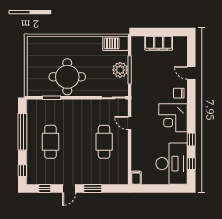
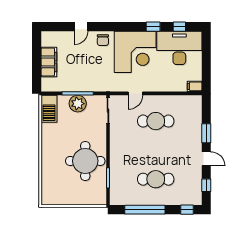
corner desk: (173, 118) -> (135, 52), width x1.36, depth x1.36

